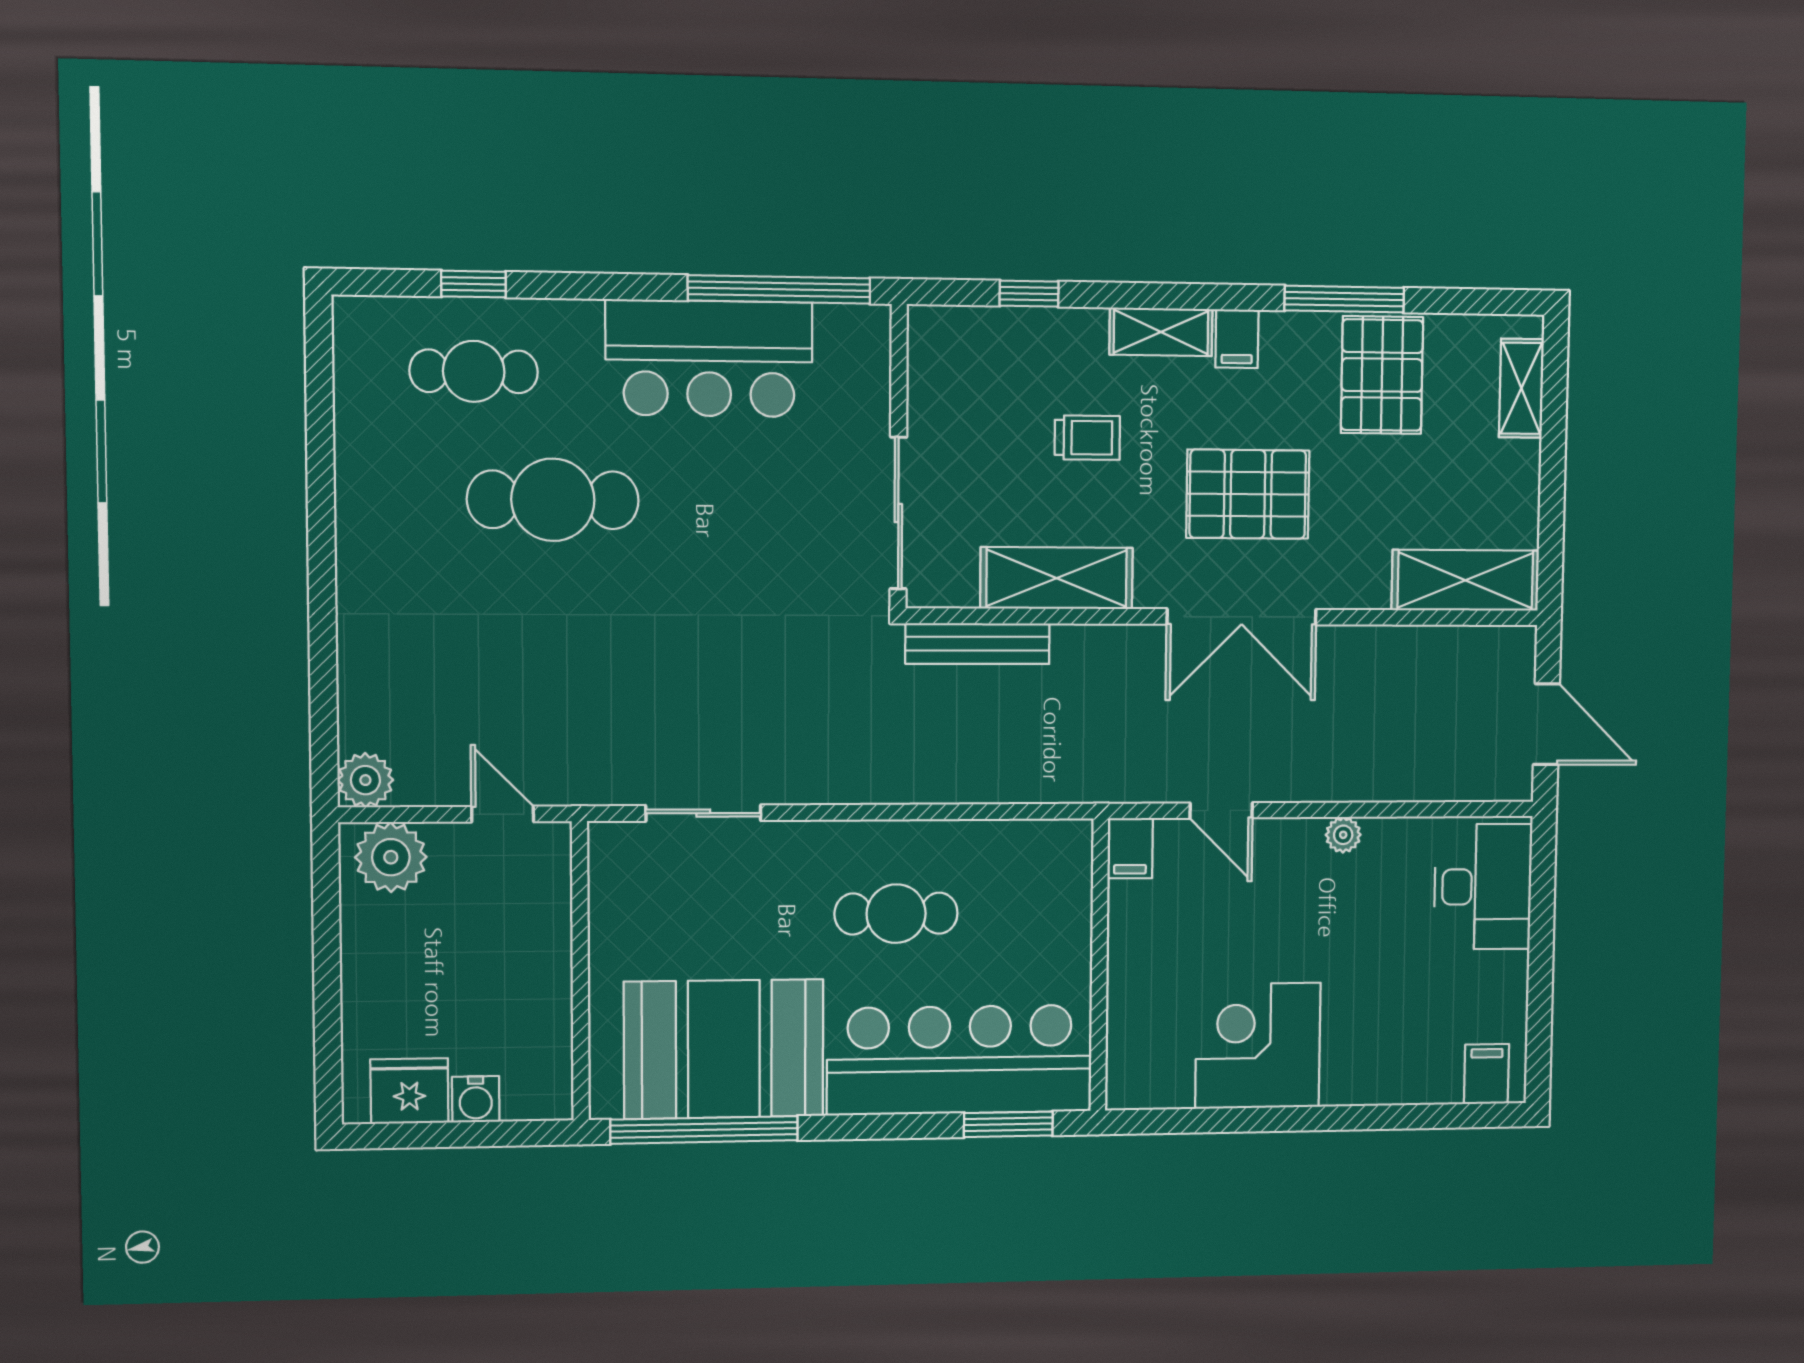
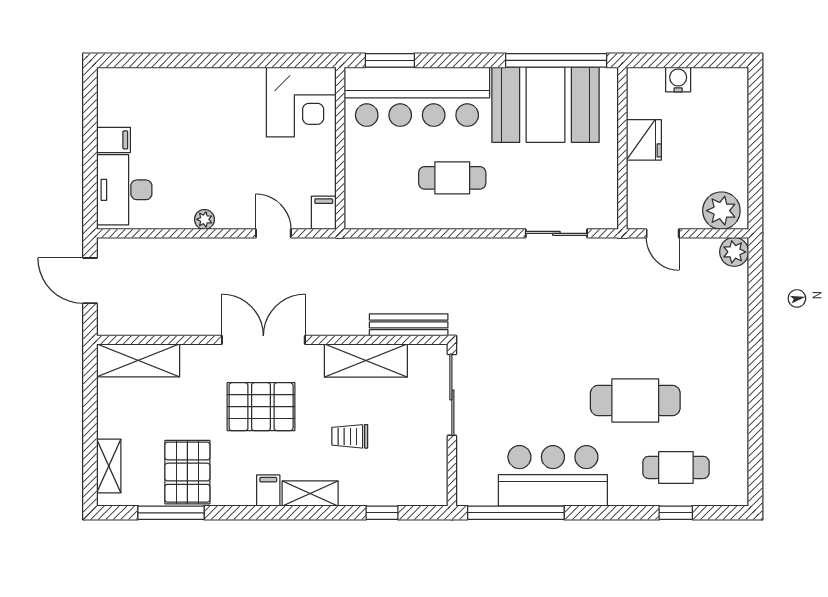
window: (1344, 299) -> (171, 513), moved
corner desk: (1258, 1046) -> (301, 102), moved
filing cabinet: (1486, 1074) -> (114, 140), moved, turned -90
fridge: (409, 1091) -> (644, 140), moved, turned -90

